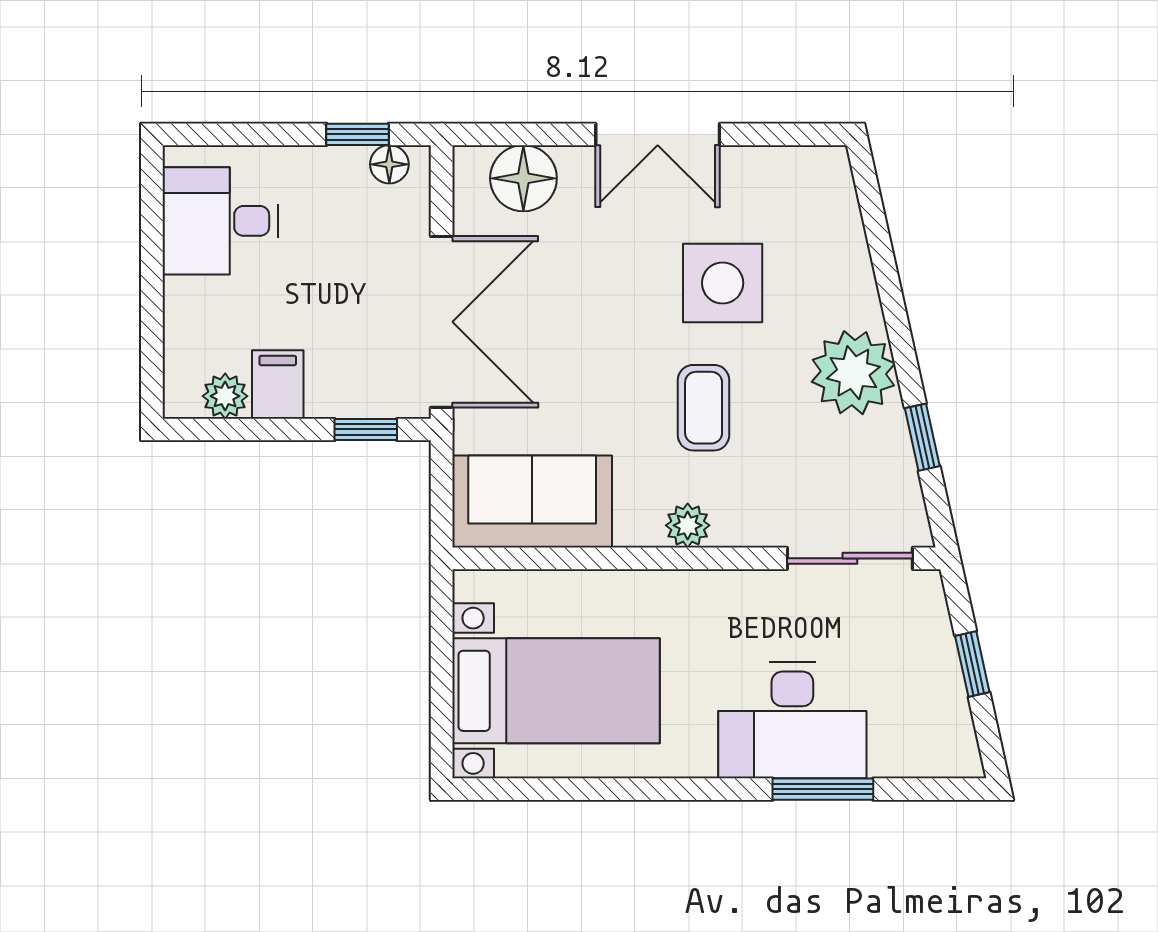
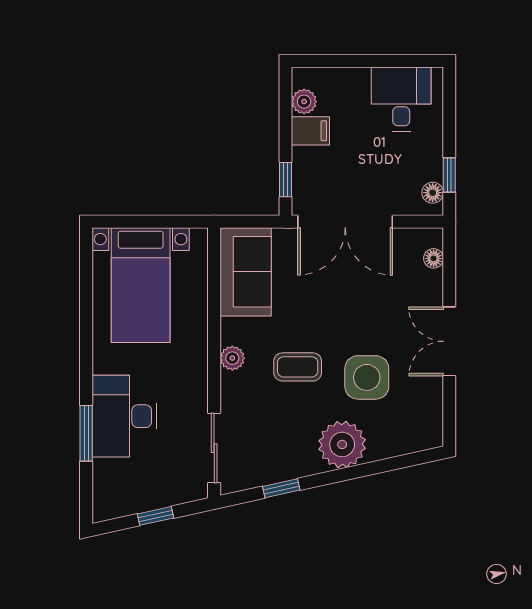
floor lamp: (523, 178) -> (434, 258), width x0.53, depth x0.53
plant: (853, 373) -> (342, 444), moved

